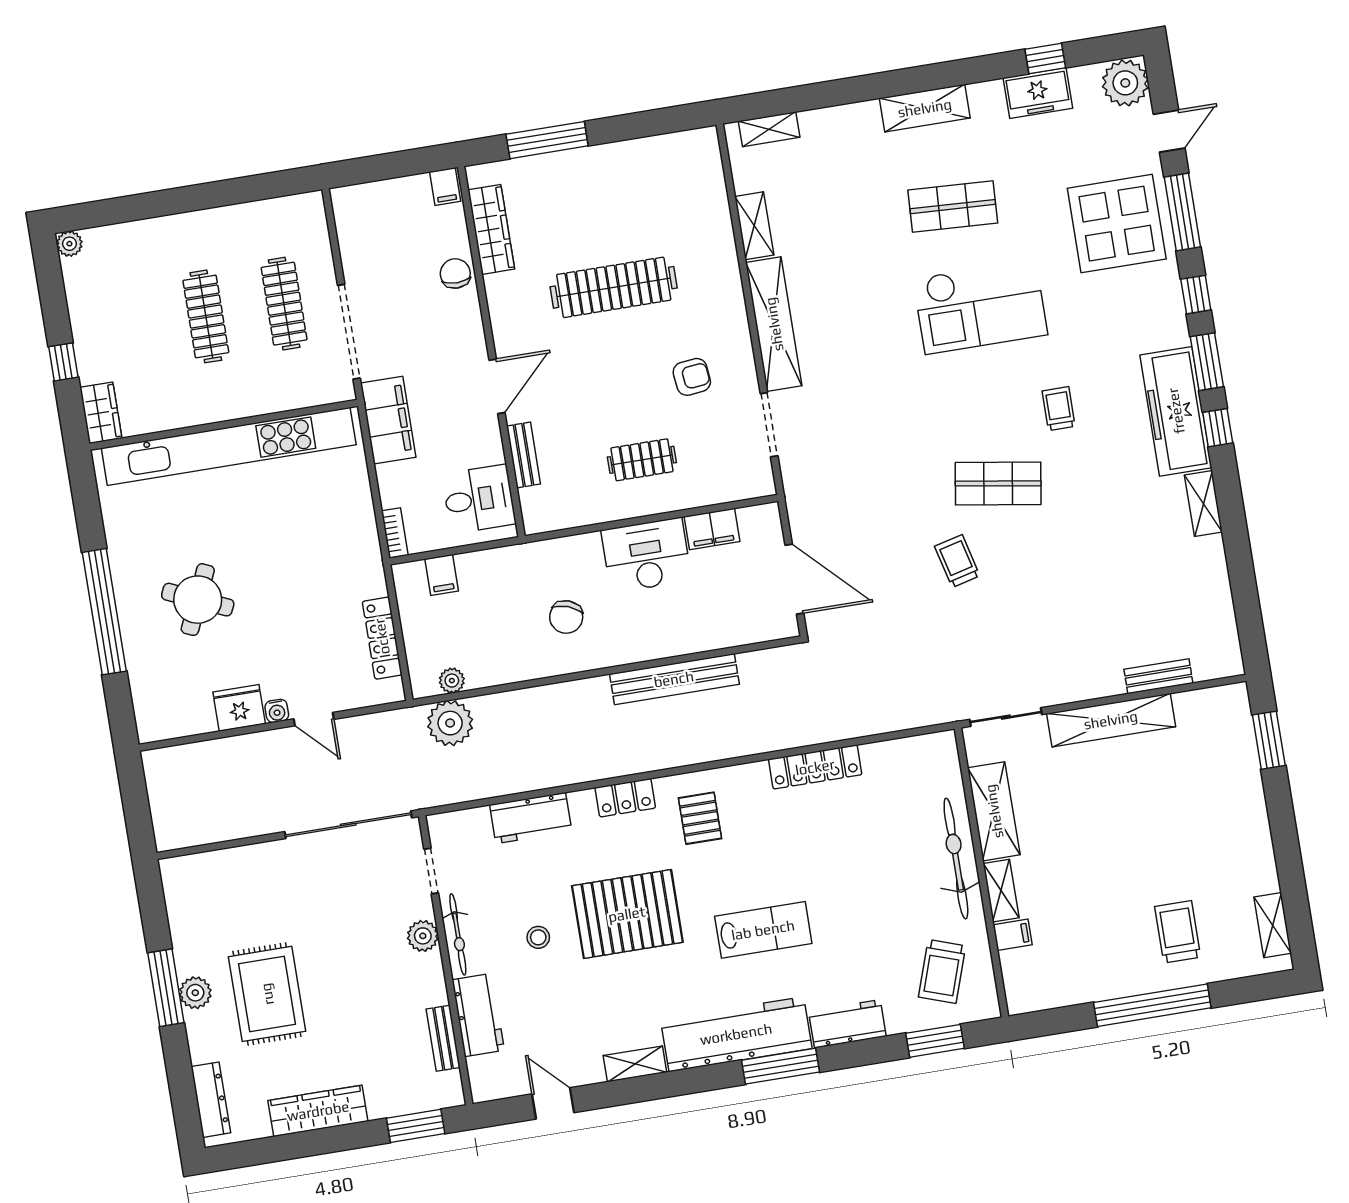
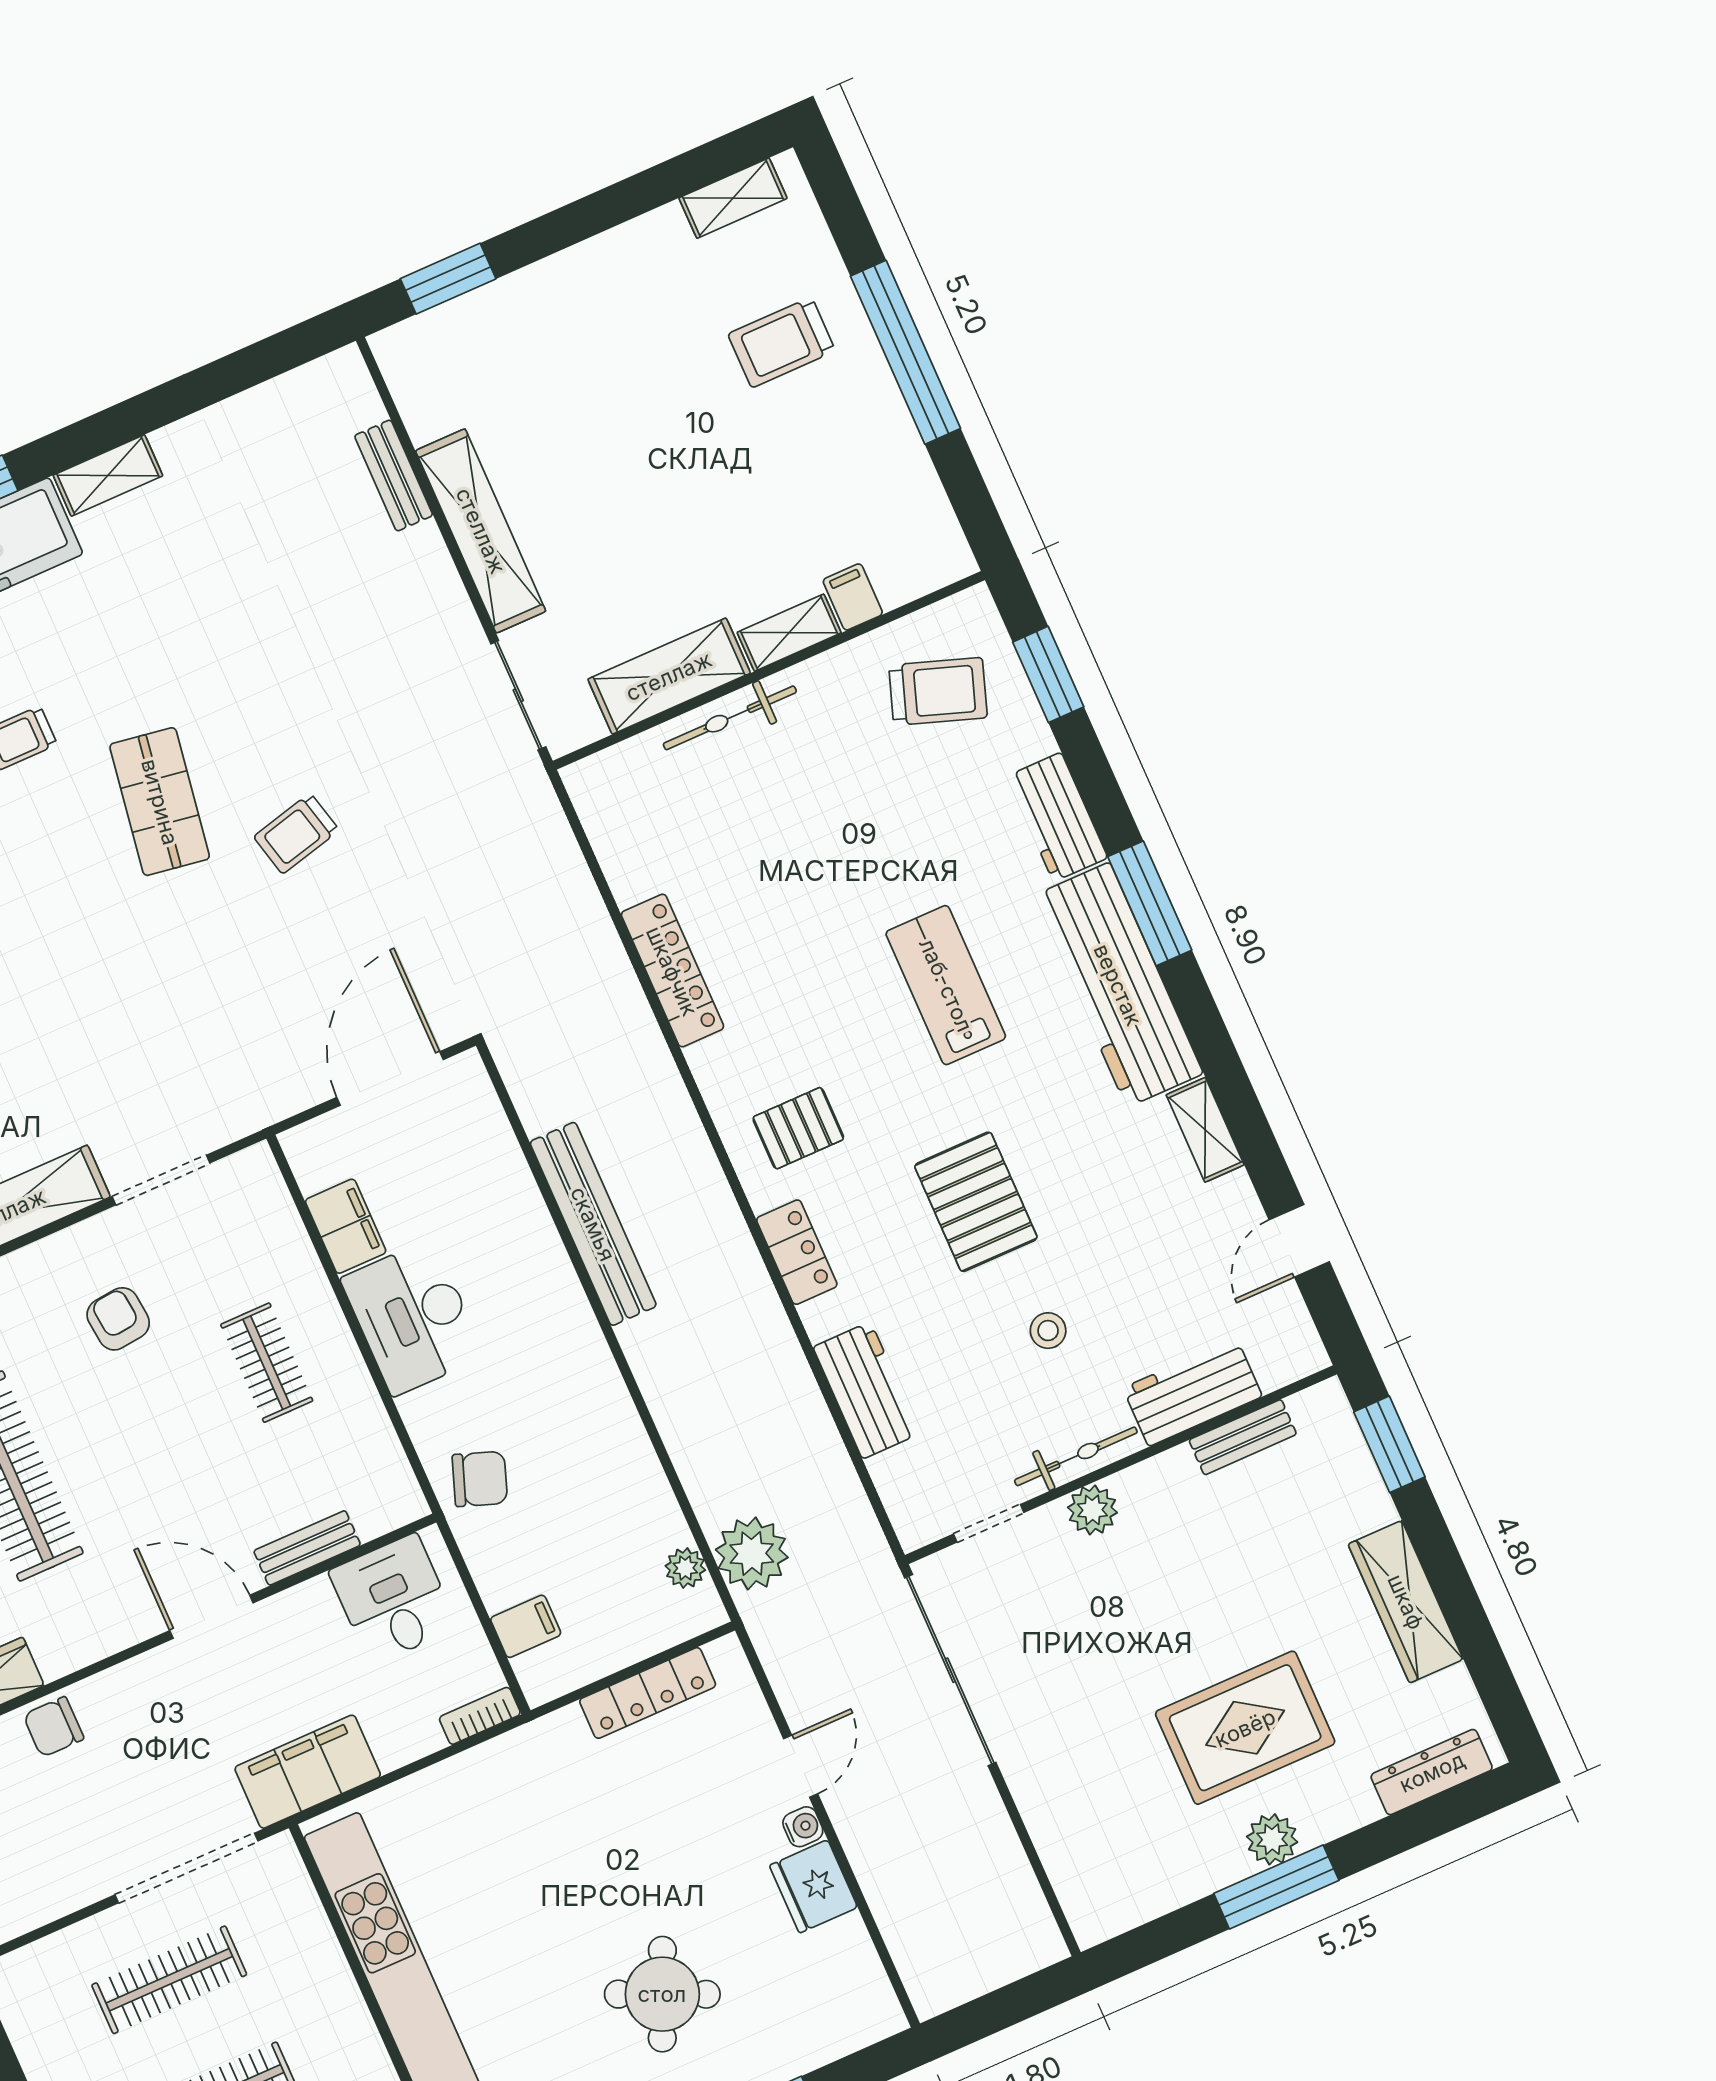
chair: (566, 617) -> (480, 1479), moved
bicycle: (956, 859) -> (730, 718), width x0.73, depth x0.71
pallet: (627, 914) -> (976, 1202), width x0.73, depth x0.71

